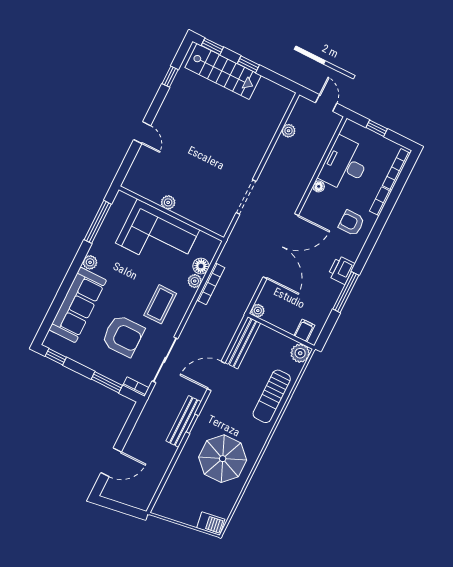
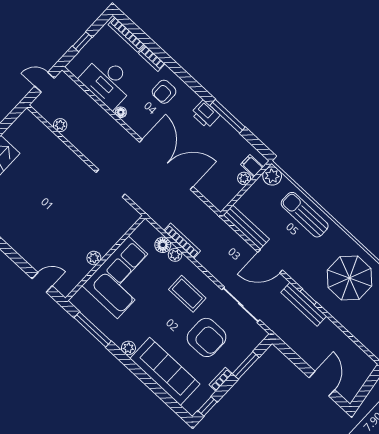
door: (142, 133) -> (42, 282), moved
plant: (258, 311) -> (244, 178), moved
armchair: (123, 336) -> (207, 337), turned 90
door: (216, 376) -> (270, 261), hinge flipped
bookcase: (136, 387) -> (221, 379), moved
sun lounger: (272, 396) -> (305, 215), turned 180

